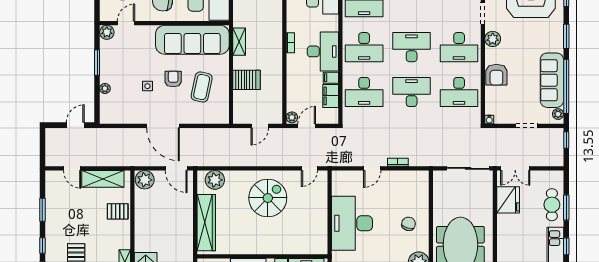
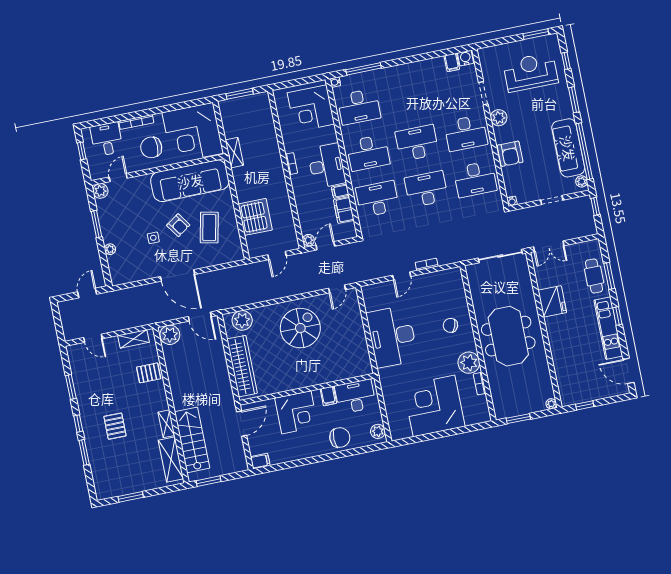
shelving: (239, 42) -> (234, 153), moved
armchair: (173, 79) -> (178, 225), turned 145
server rack: (247, 80) -> (255, 217), width x1.60
desk: (364, 92) -> (377, 199), turned 180
shelving: (103, 179) -> (134, 339), width x0.67, depth x0.75
fridge: (508, 200) -> (552, 301), moved
chair: (409, 224) -> (450, 325), turned -85

